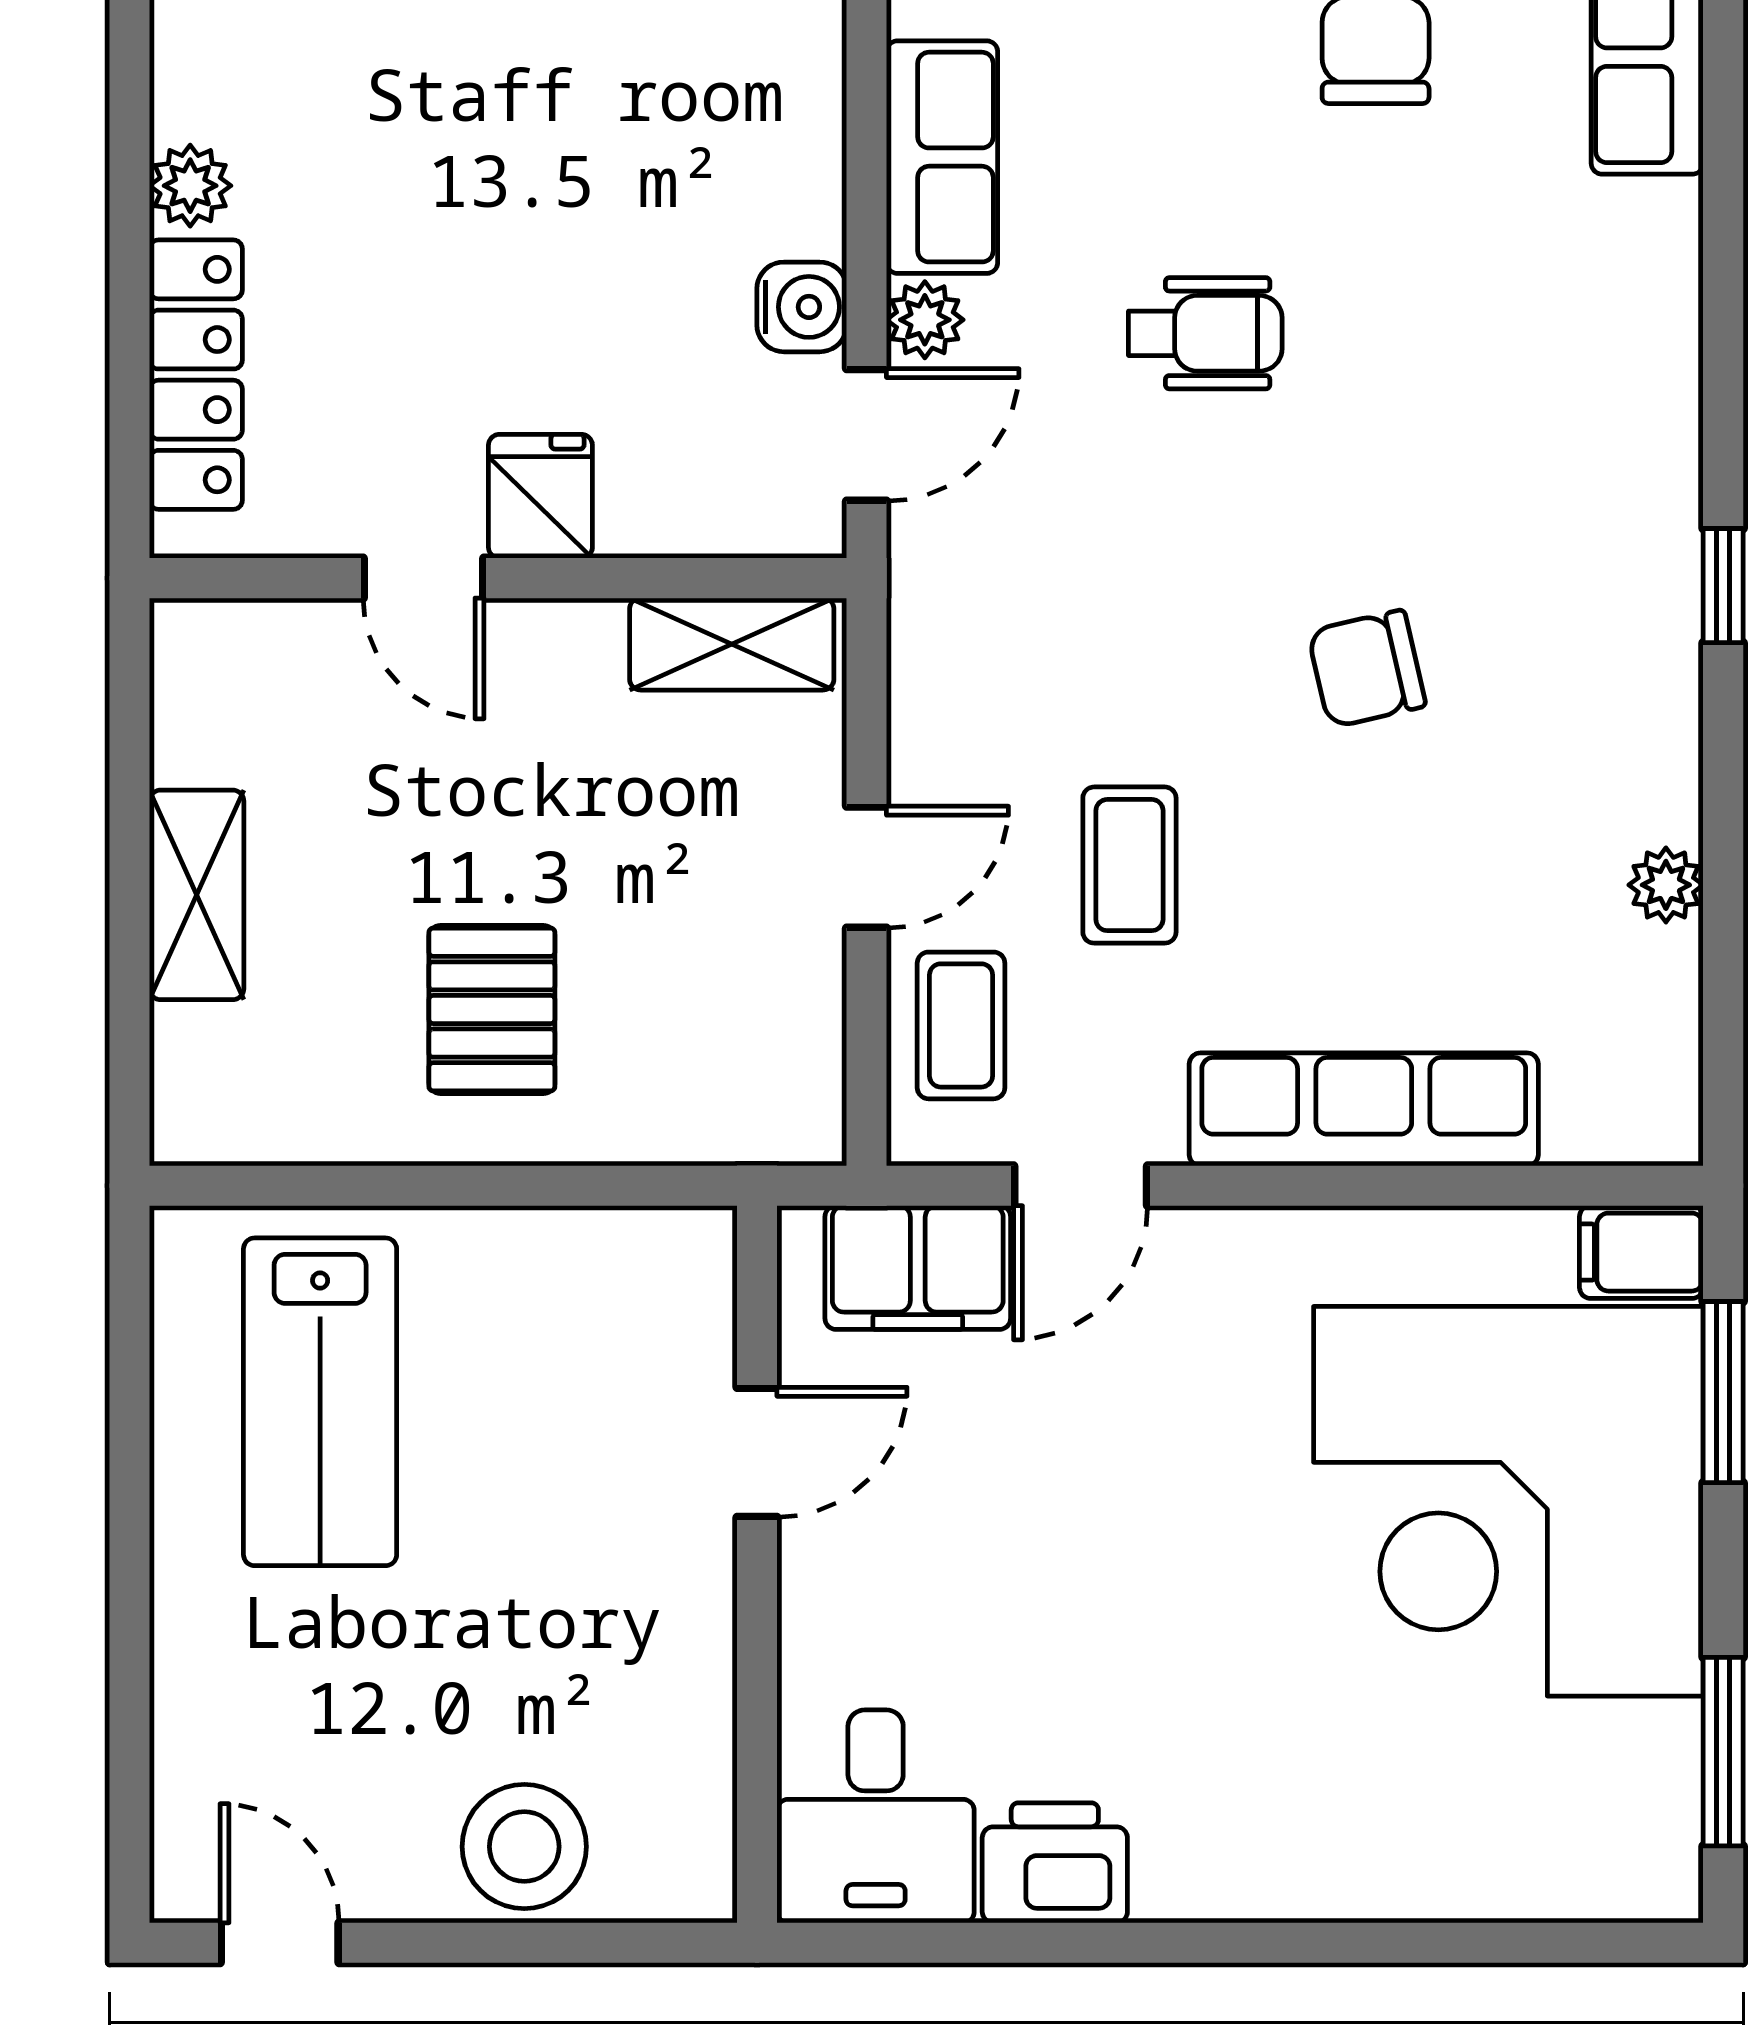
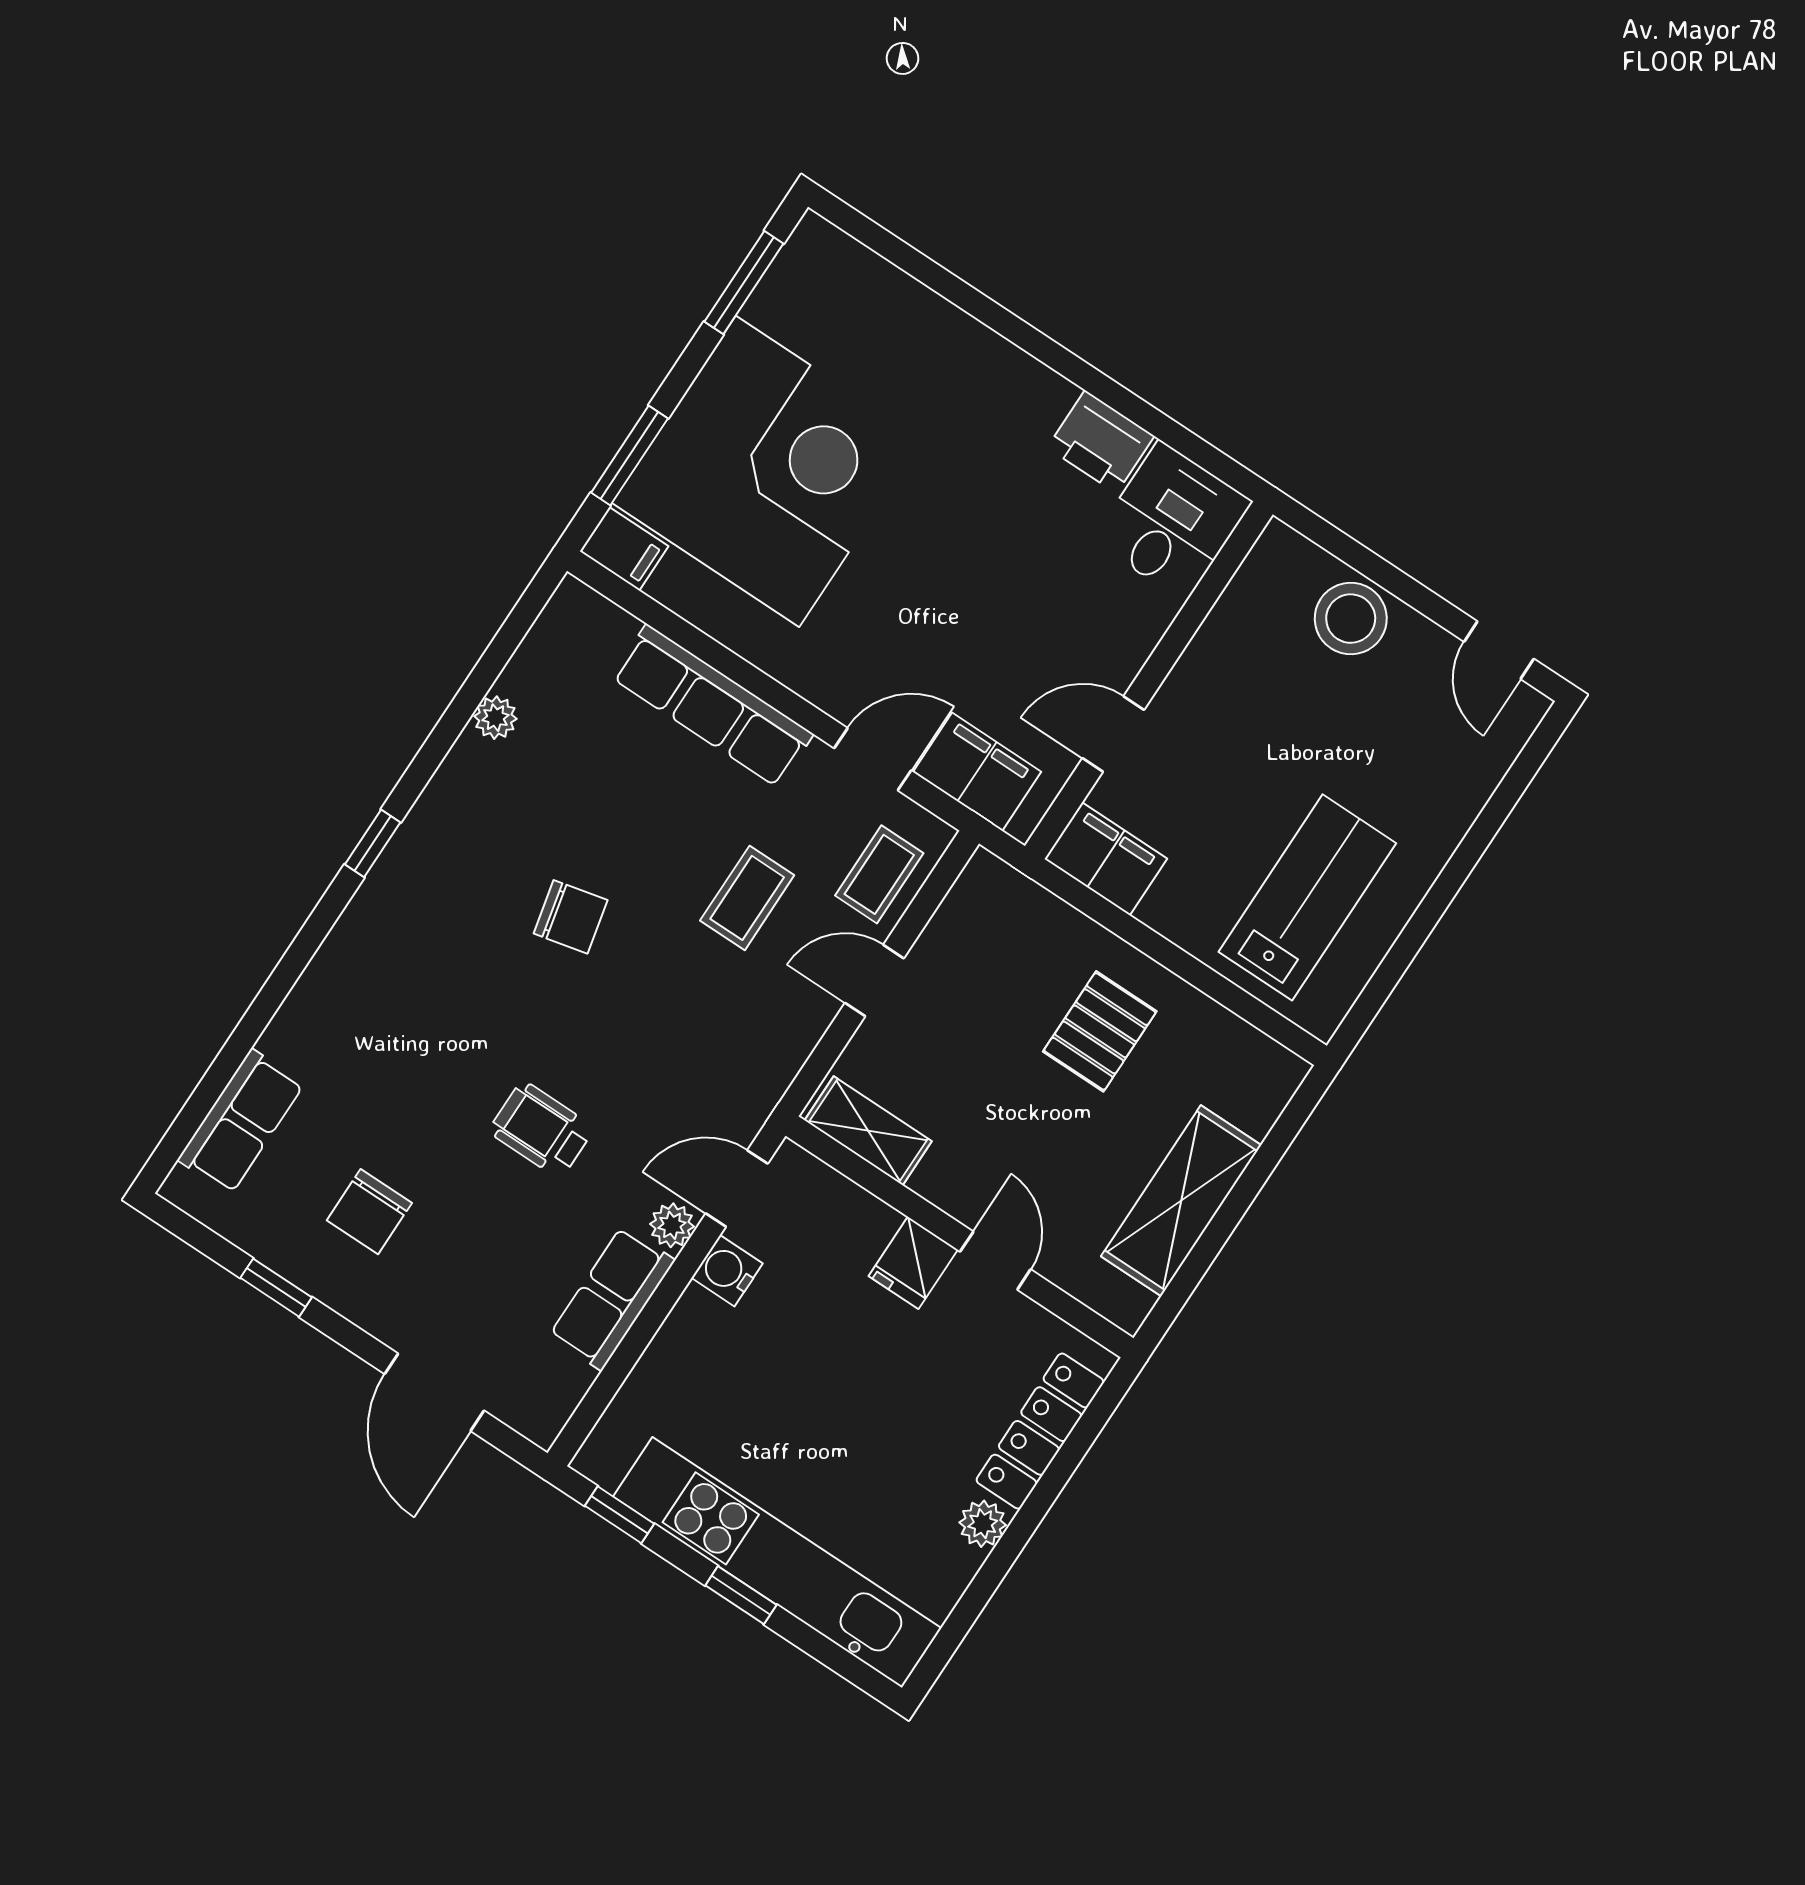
shelving: (197, 895) -> (1181, 1201), width x1.50, depth x1.33
filing cabinet: (648, 1265) -> (1106, 859), added

